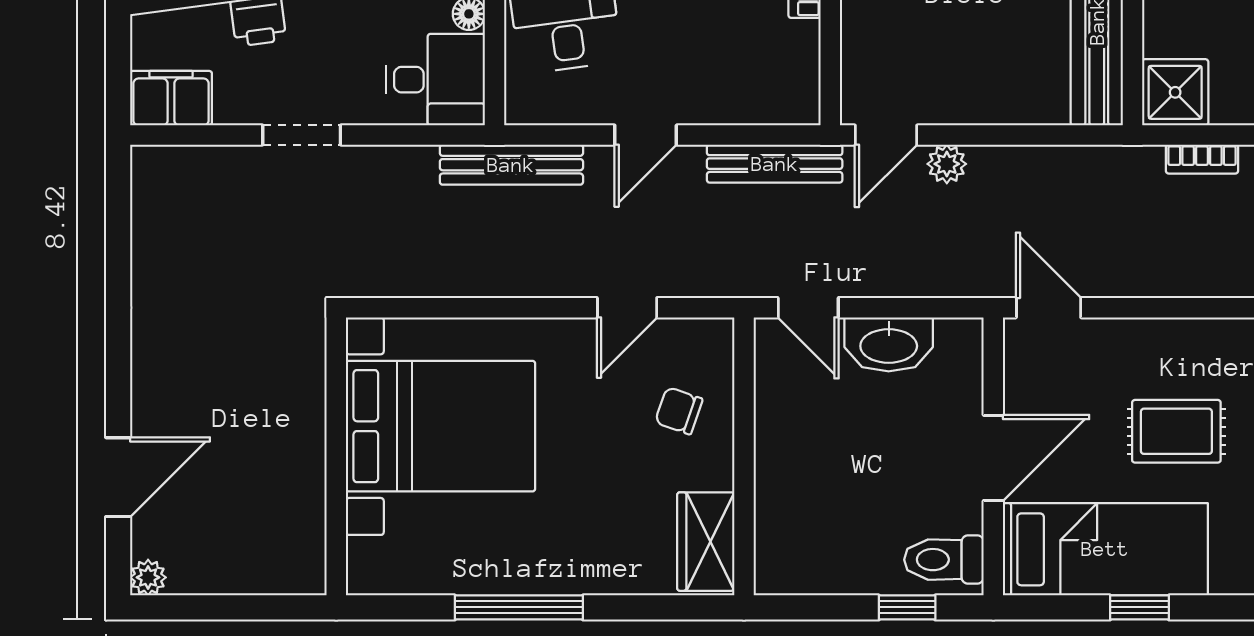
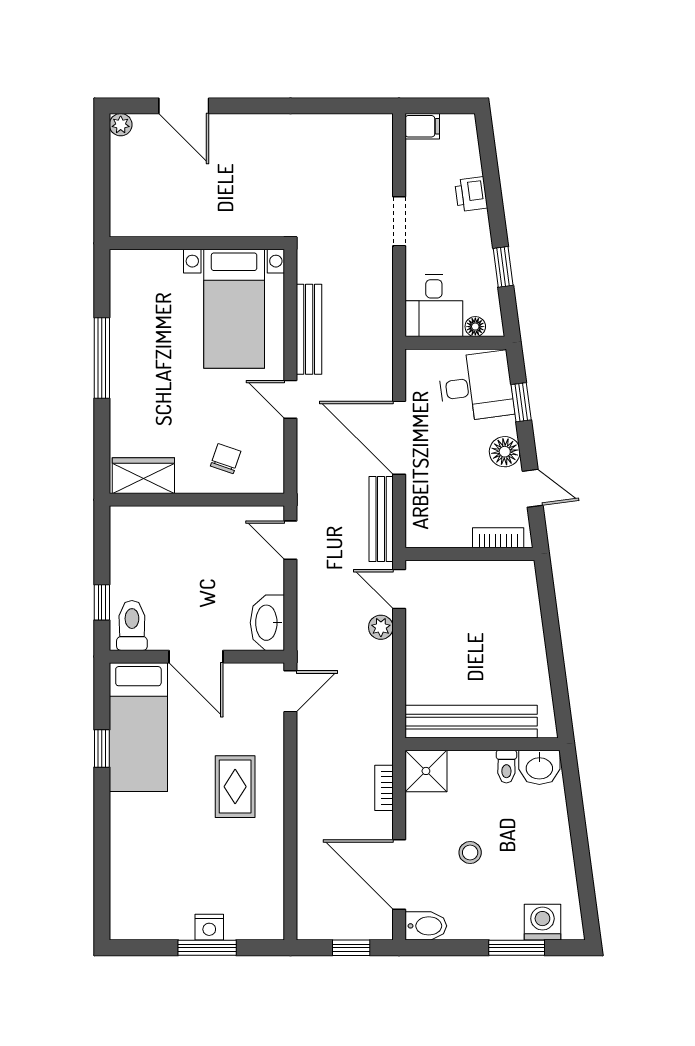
filing cabinet: (171, 98) -> (422, 126), width x0.50
door: (646, 135) -> (399, 438), width x1.87
bench: (511, 165) -> (309, 329), moved
door: (627, 308) -> (290, 399), moved
door: (808, 308) -> (290, 540), hinge flipped
washbasin: (889, 344) -> (267, 623), moved
bed with nightstands: (441, 426) -> (234, 309), width x0.73
rug: (1176, 431) -> (235, 787), moved

